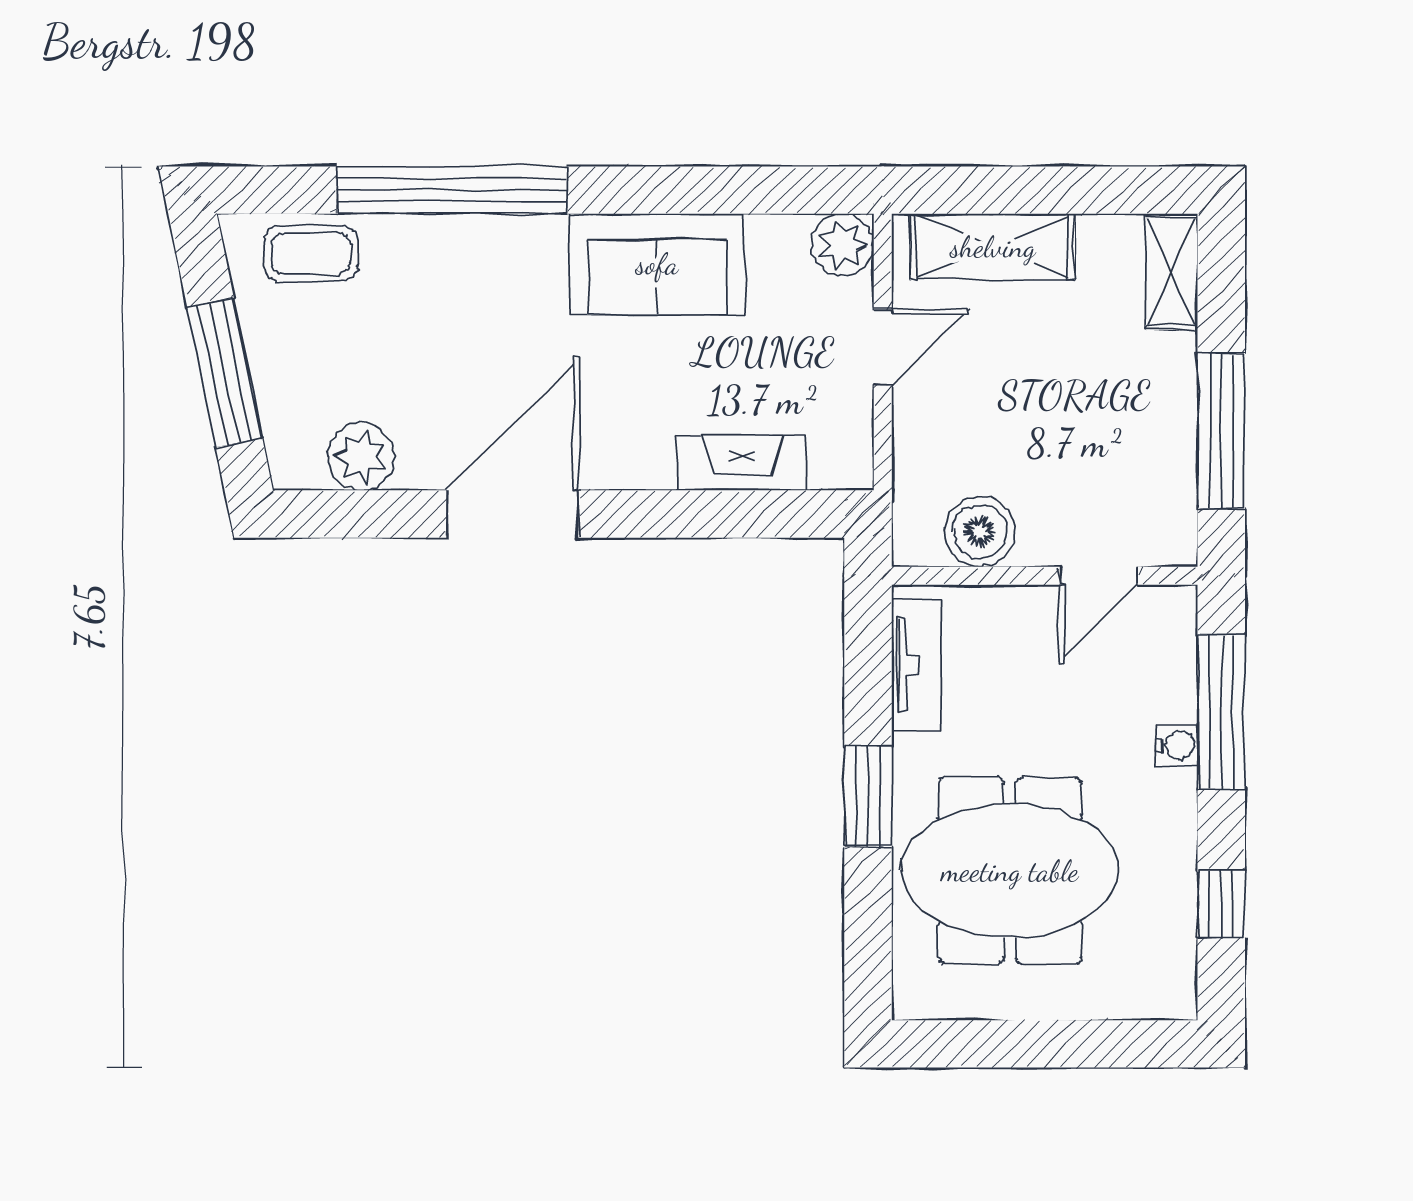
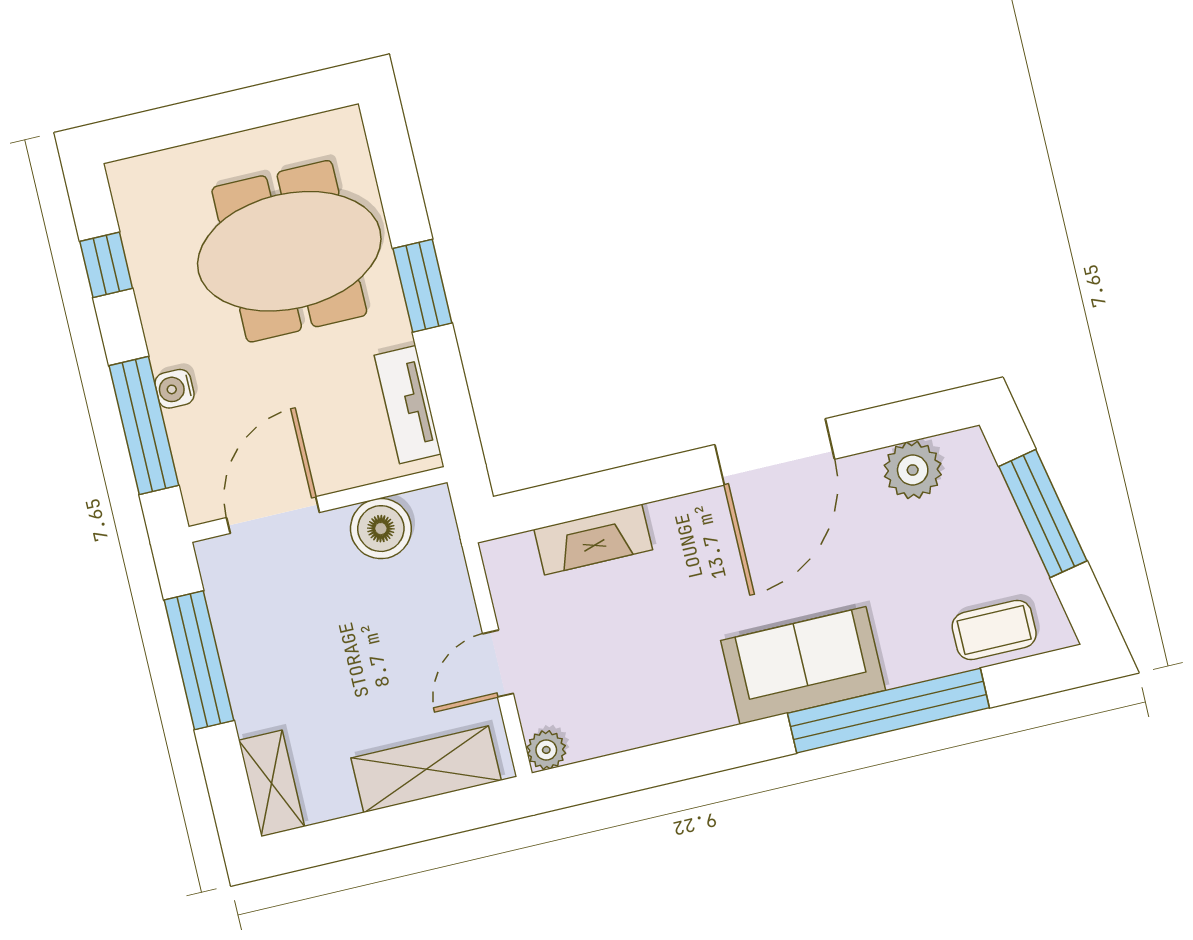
plant: (843, 245) -> (546, 750), width x0.73, depth x0.73
sofa: (657, 264) -> (803, 665), moved
door: (1099, 576) -> (273, 515), width x1.38

